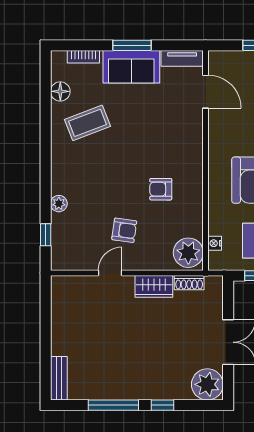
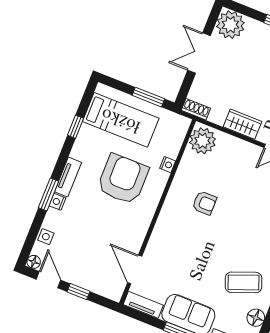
armchair: (124, 230) -> (249, 181), removed
nightstand: (215, 243) -> (168, 165), moved
shoe rack: (189, 283) -> (196, 109), moved

